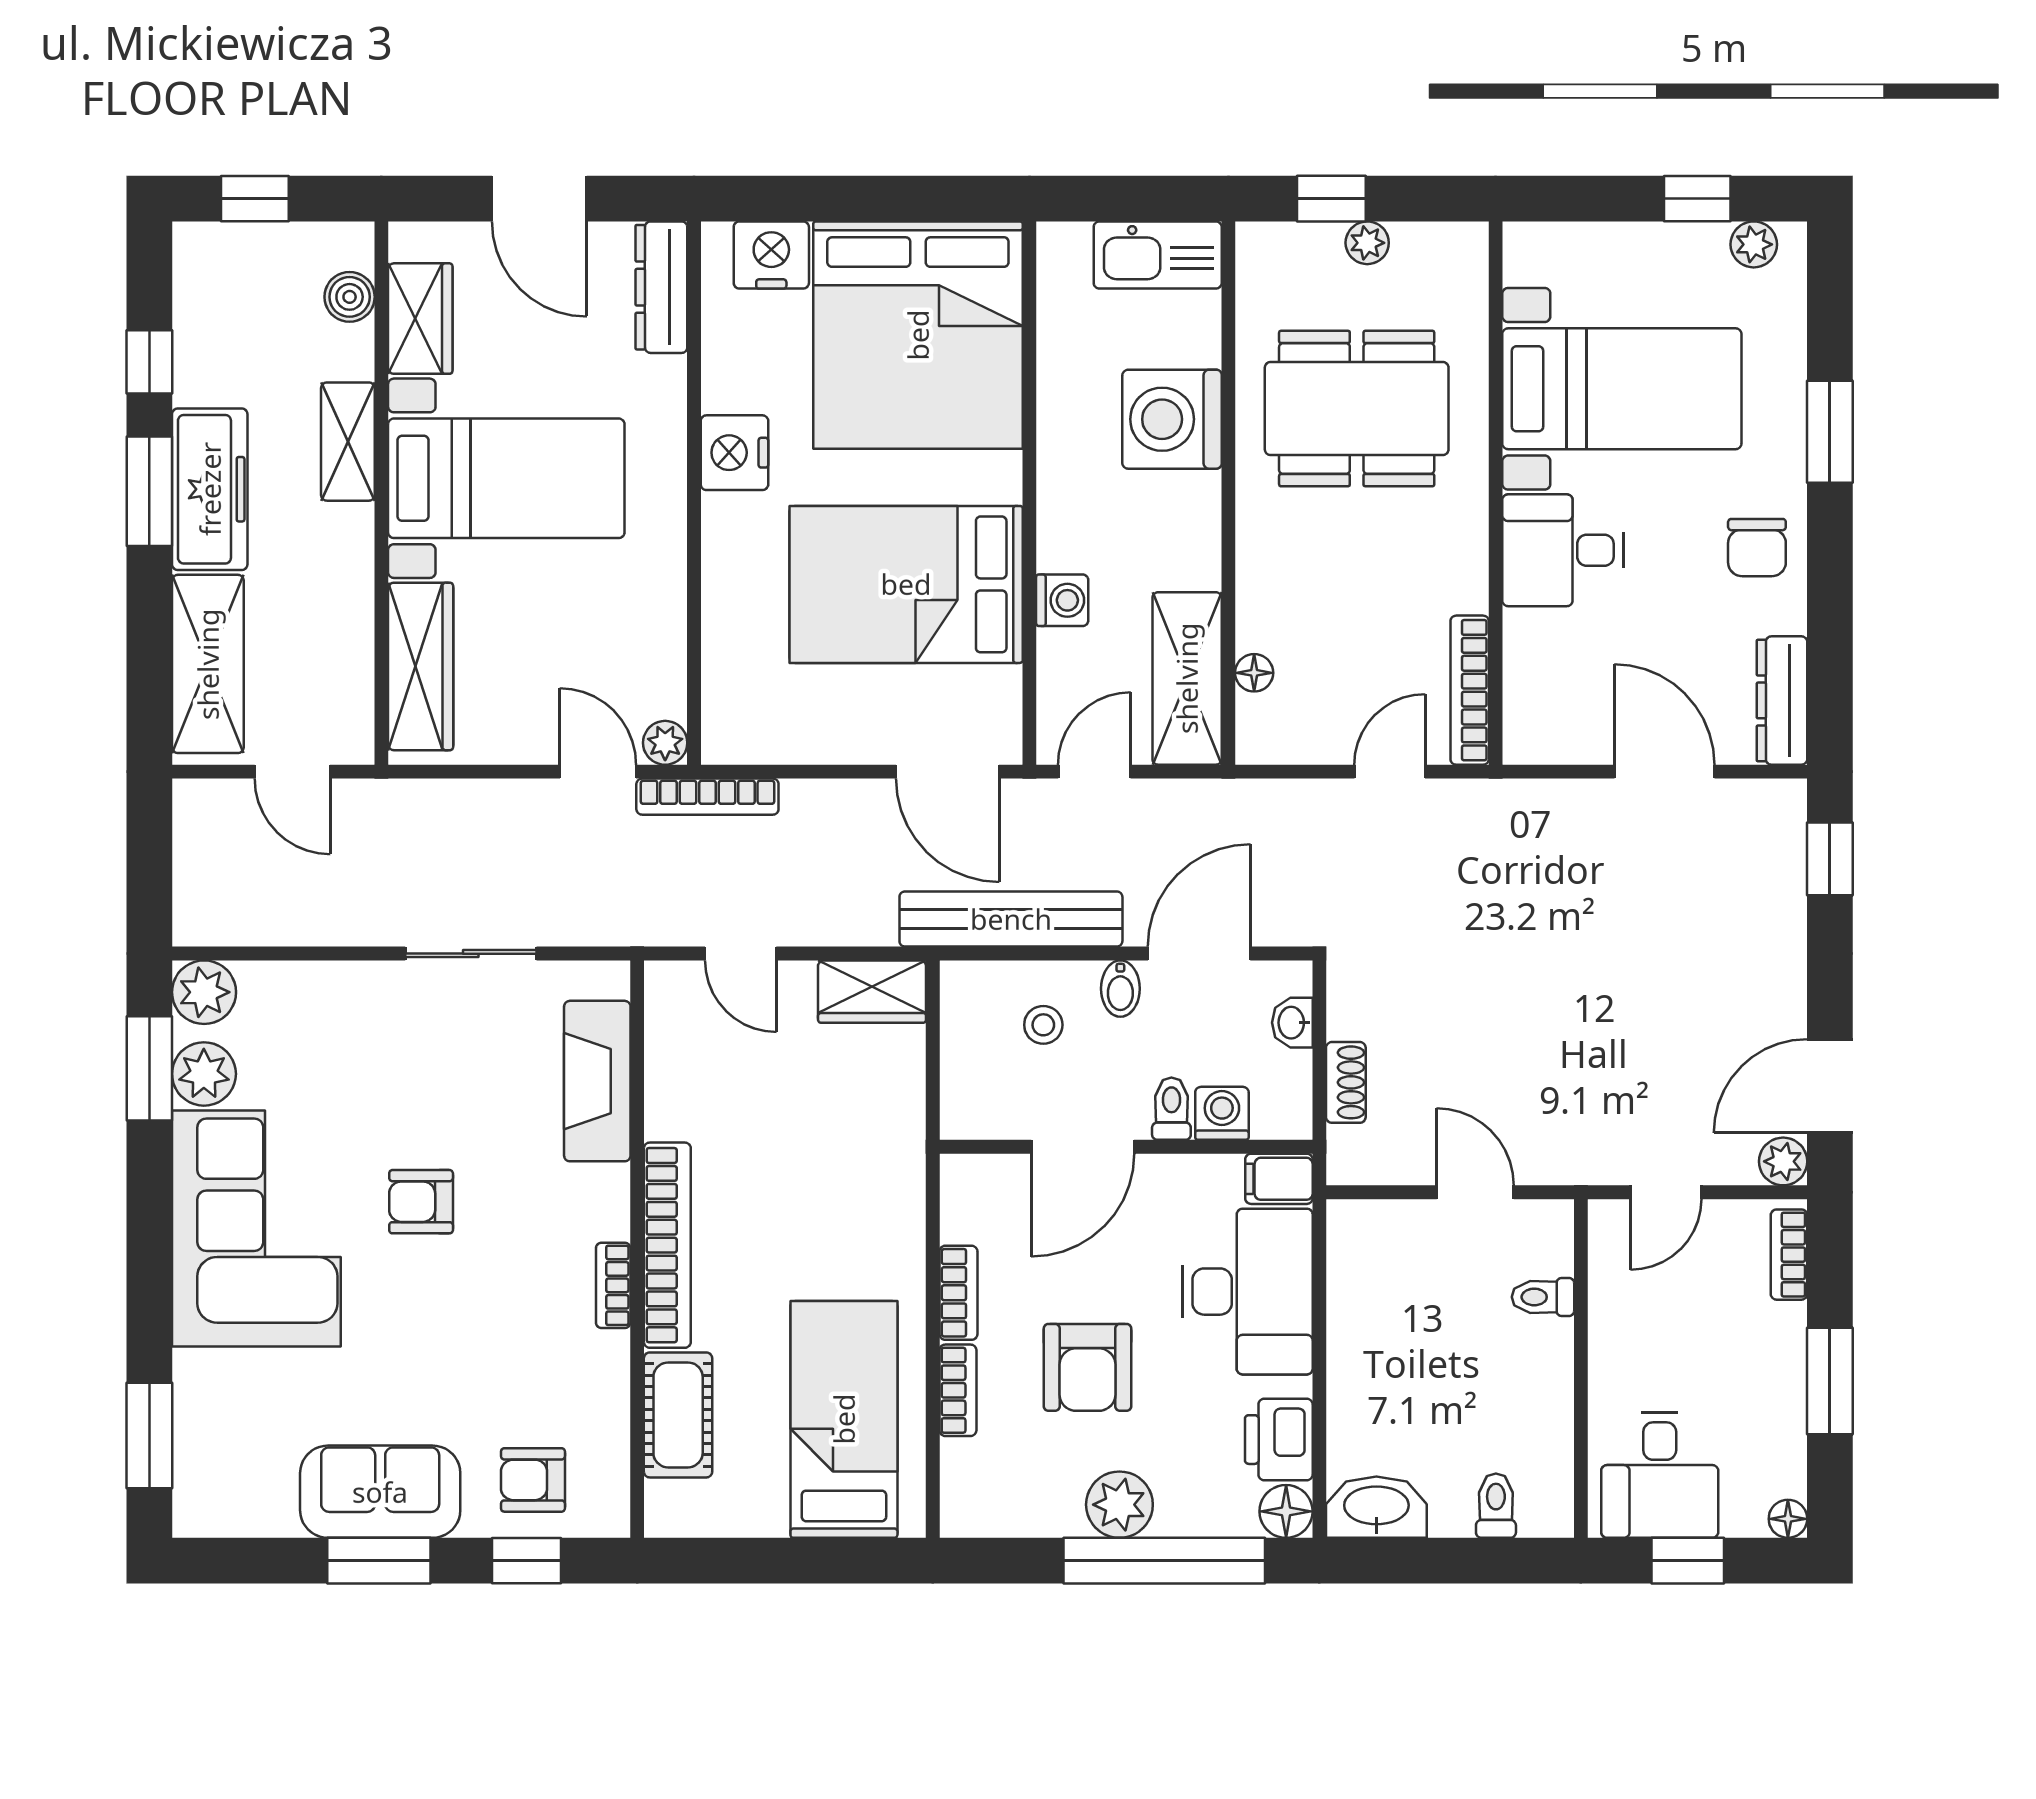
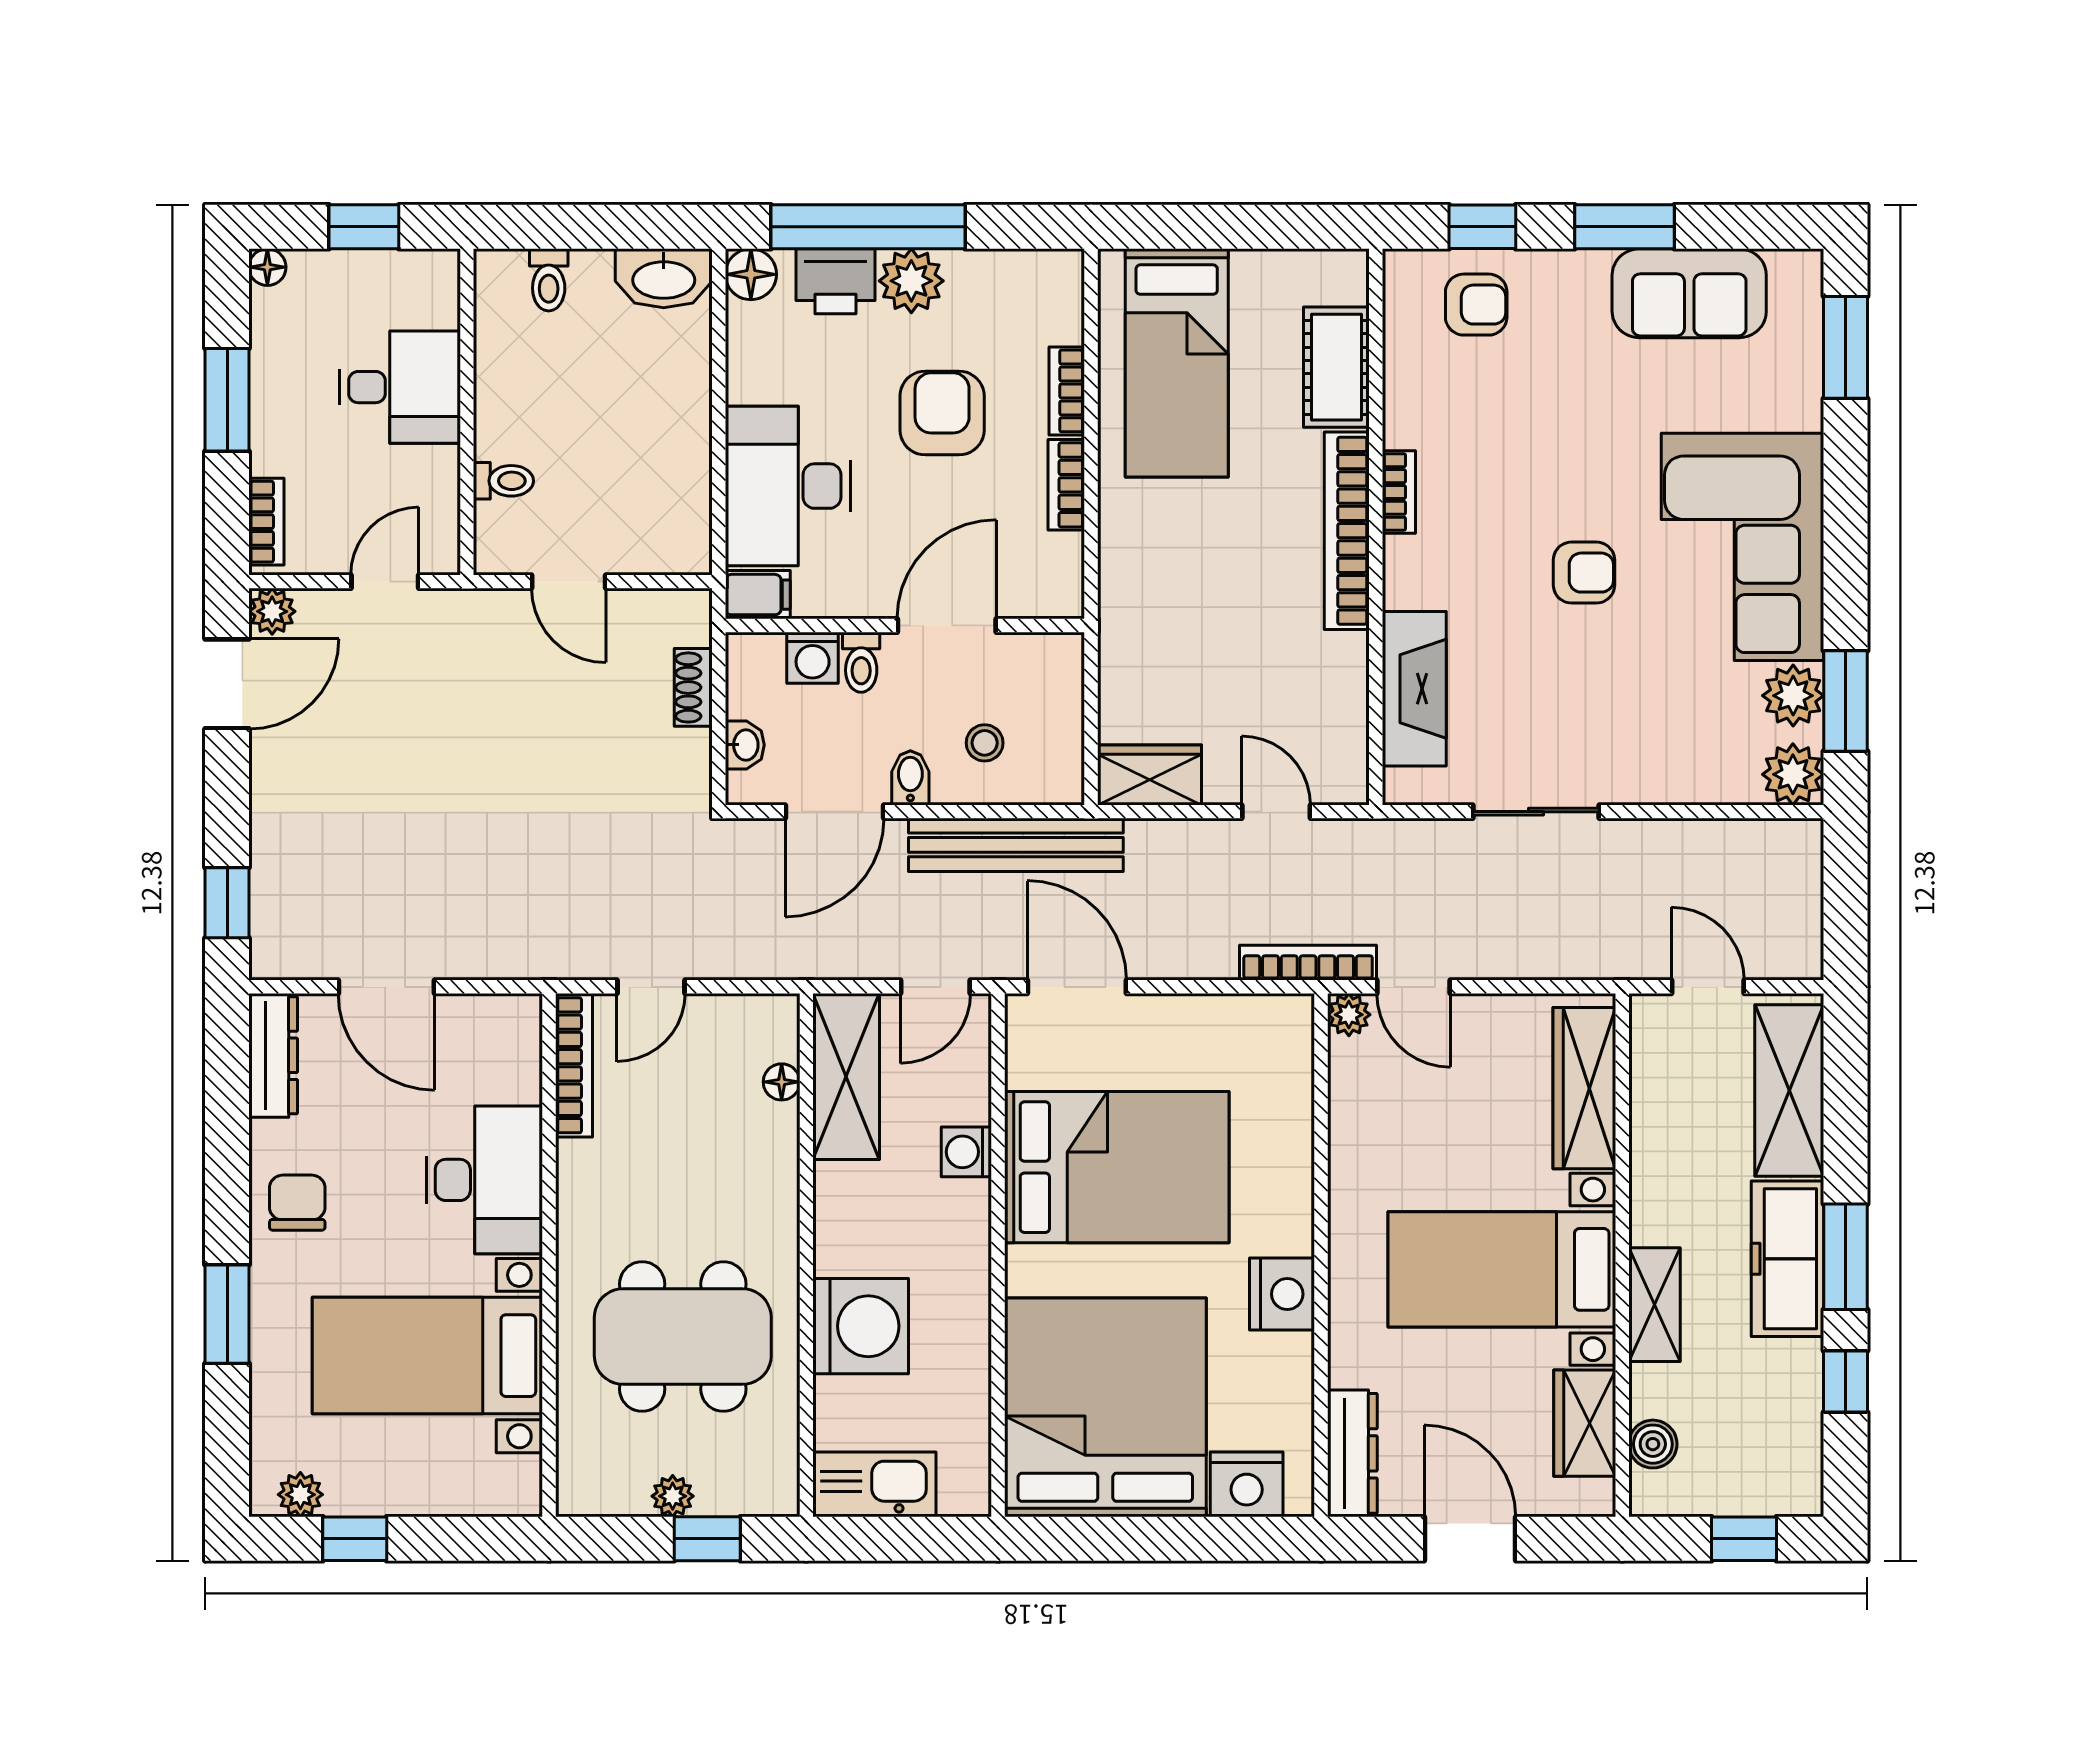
desk: (1563, 550) -> (484, 1180), width x1.37
printer: (1279, 1440) -> (835, 281), moved, turned 90
desk: (1660, 1475) -> (400, 387), moved, turned 90
sofa: (380, 1492) -> (1689, 293), moved

